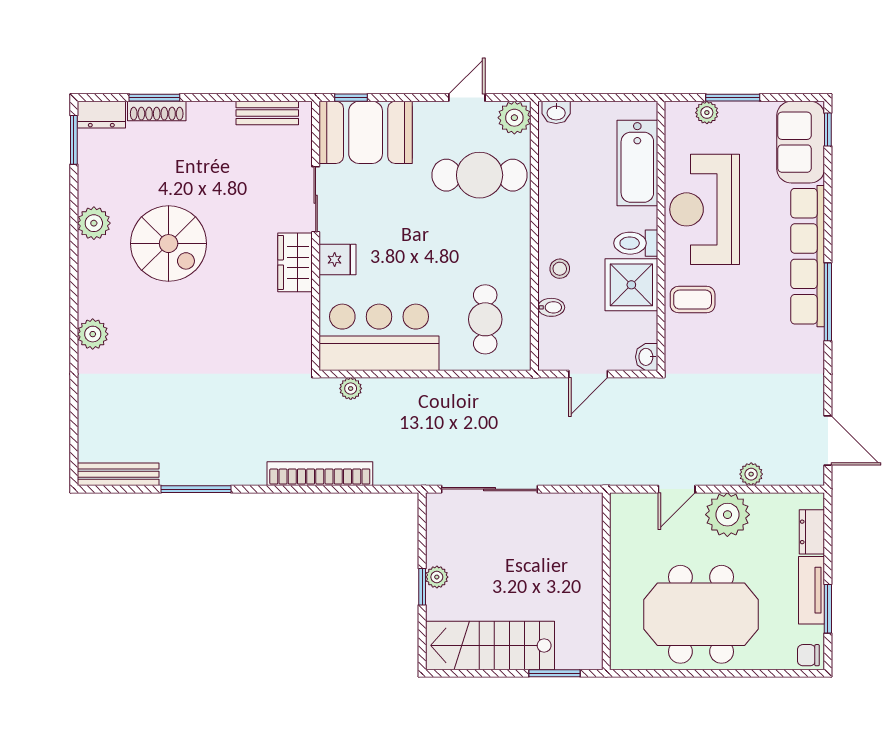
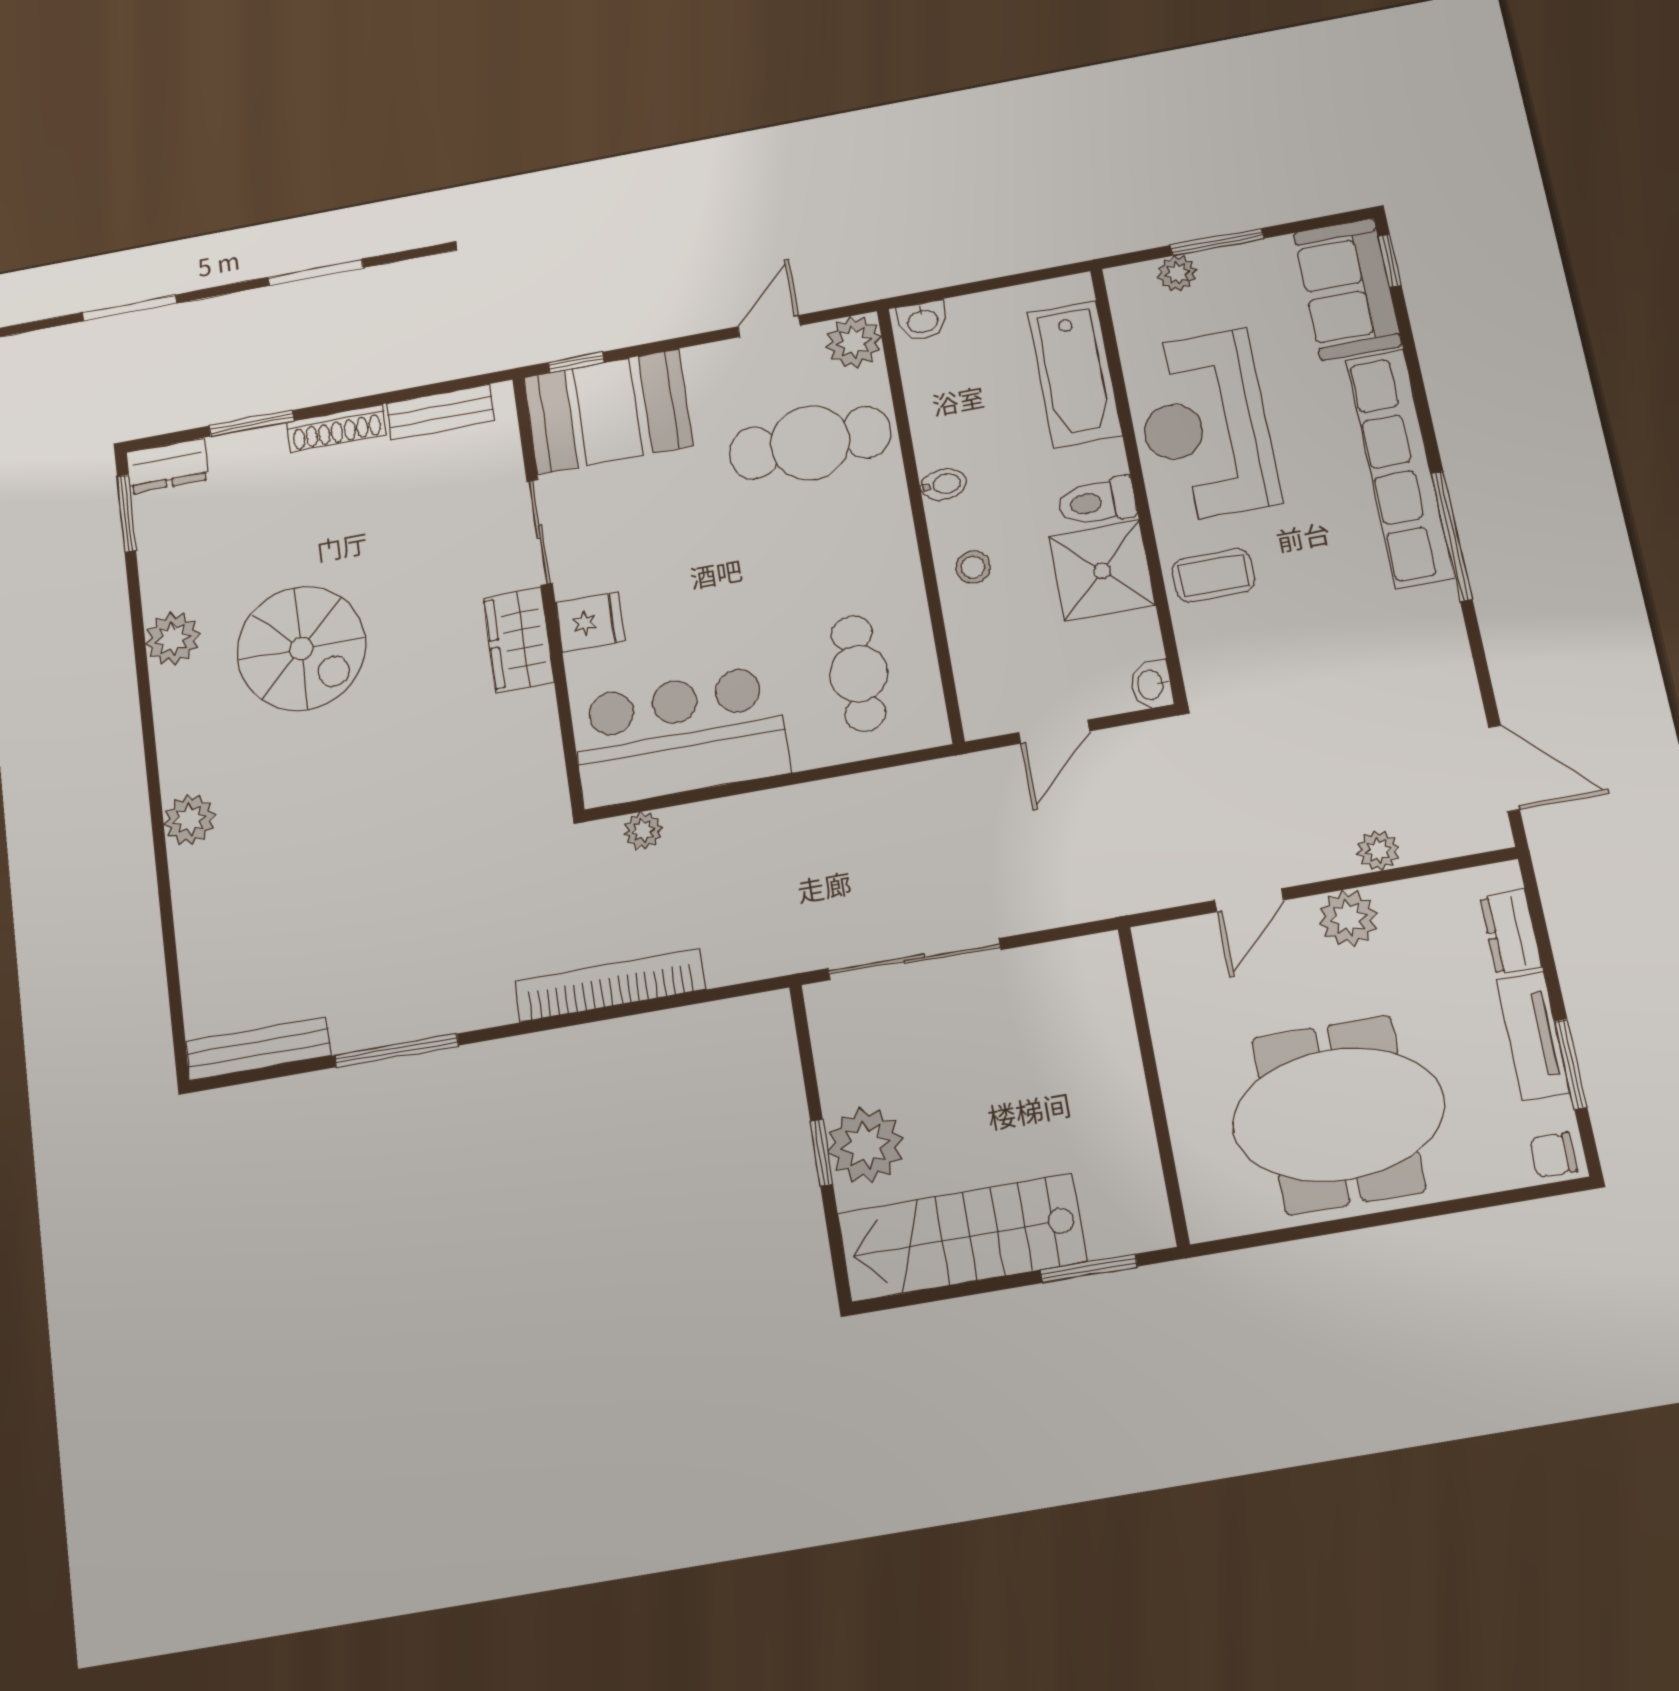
shoe rack: (157, 111) -> (337, 428), moved
bidet: (551, 307) -> (943, 484), moved
plant: (727, 515) -> (1348, 918), width x0.73, depth x0.73
plant: (437, 577) -> (866, 1145), width x1.88, depth x1.88

